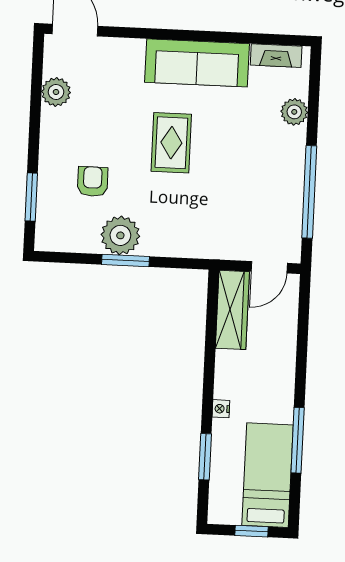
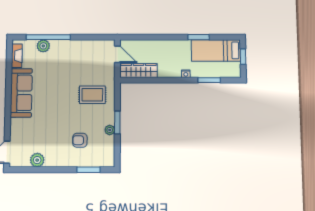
rug: (171, 143) -> (92, 95), moved
window: (309, 192) -> (48, 37), moved
plant: (120, 235) -> (110, 130), width x0.53, depth x0.53
window: (298, 440) -> (199, 37), width x0.69

